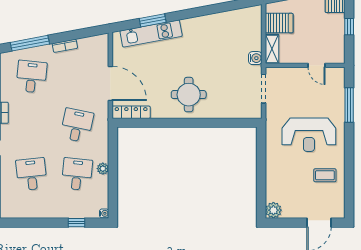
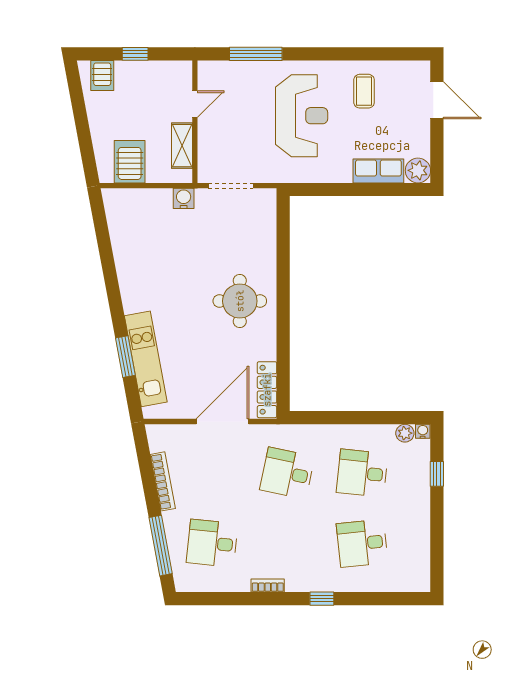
bookcase: (65, 46) -> (163, 481), width x1.56
shelving: (272, 49) -> (182, 146), moved, turned 90
plant: (103, 169) -> (405, 433), moved
row of seats: (273, 185) -> (378, 171), added

